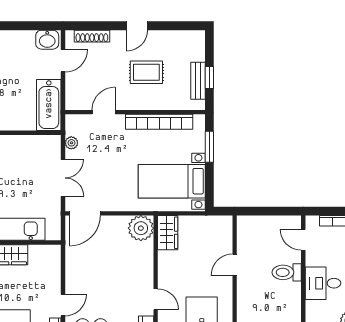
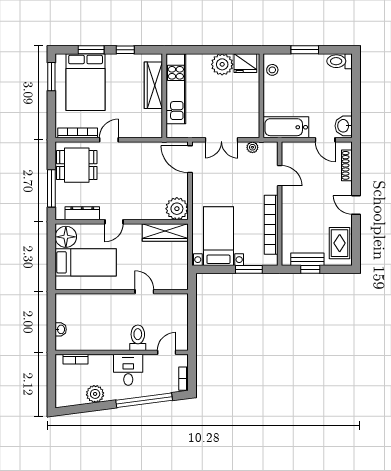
rug: (146, 72) -> (340, 243), moved
wardrobe: (168, 233) -> (165, 232), width x1.50
door: (63, 305) -> (109, 140), swing flipped

